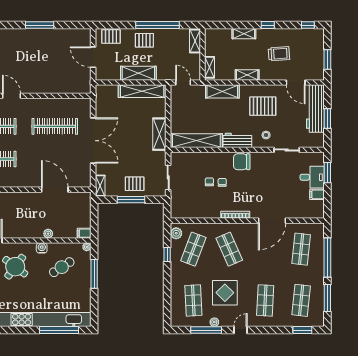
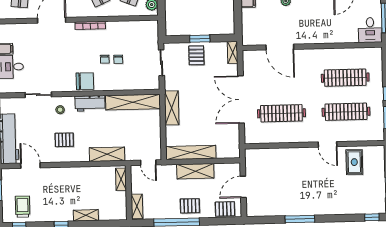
trolley: (279, 54) -> (23, 207), moved, turned 94
door: (93, 57) -> (243, 187), swing flipped
shelving: (247, 75) -> (81, 172), removed
pallet: (263, 106) -> (64, 140), width x0.67, depth x0.71
pallet: (135, 184) -> (196, 55), turned 90
window: (131, 200) -> (200, 39), width x0.69

